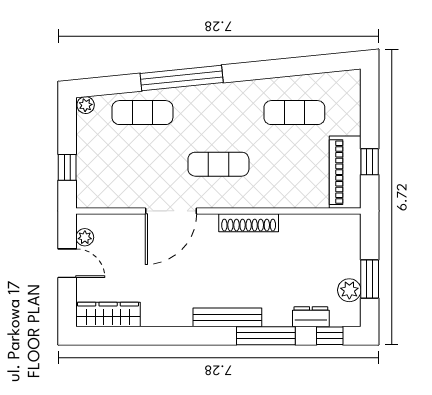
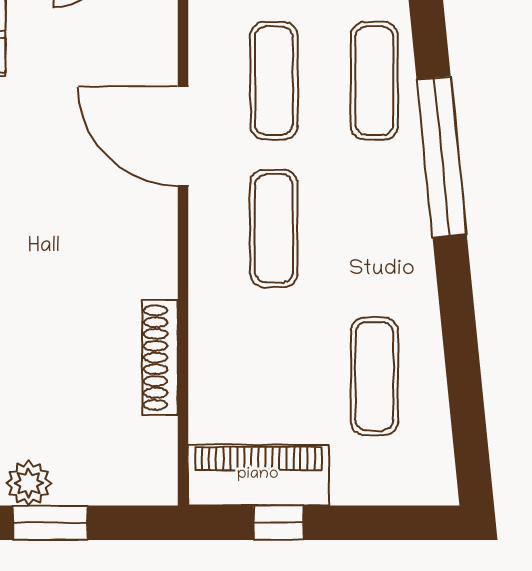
exercise mat: (142, 164) -> (274, 81), added
shoe rack: (249, 223) -> (160, 358), moved

